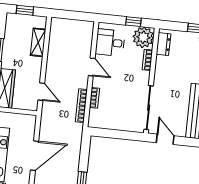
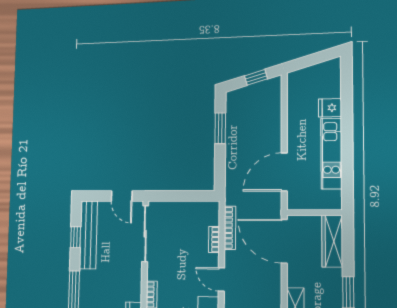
door: (41, 92) -> (284, 241), width x1.87
door: (34, 156) -> (284, 172), moved

